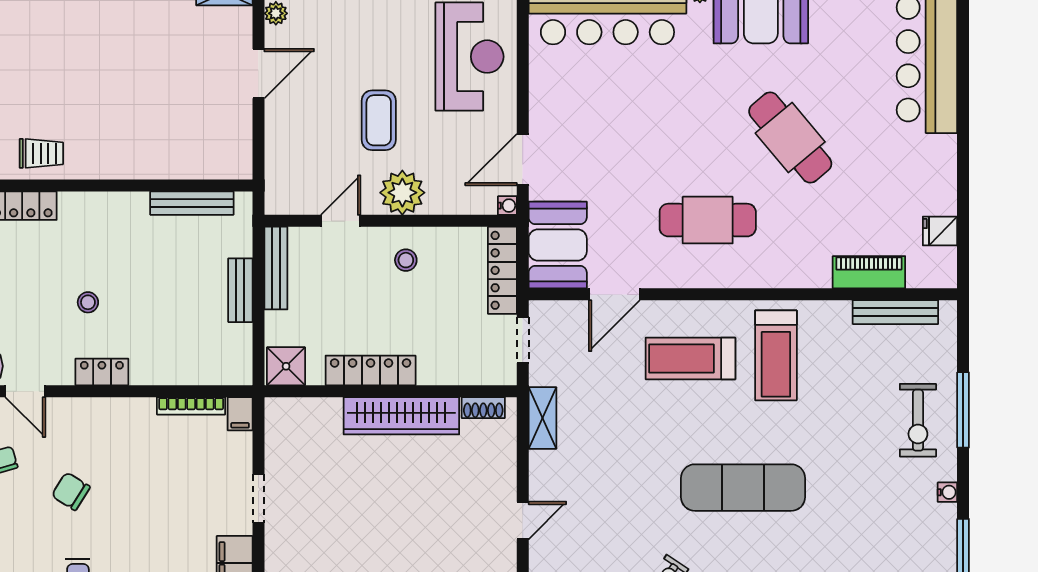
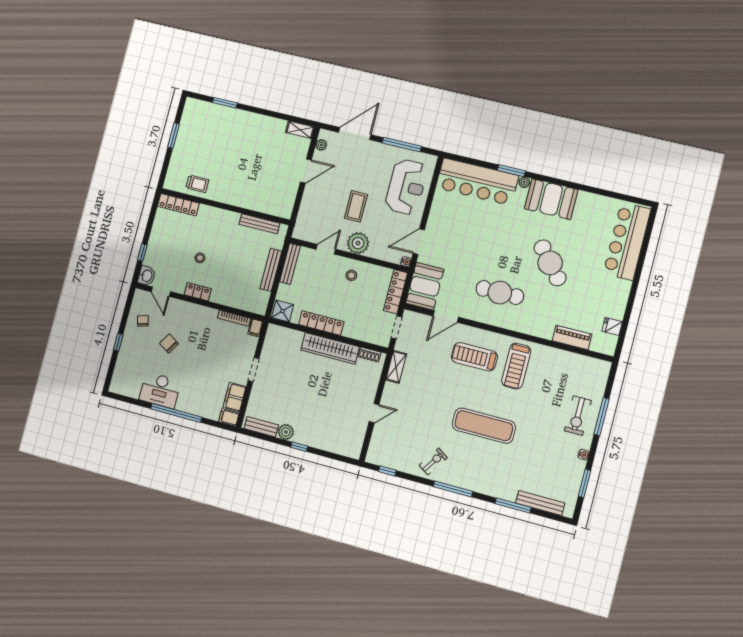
bench: (240, 290) -> (271, 270), width x1.36
bench: (895, 312) -> (580, 360), removed

